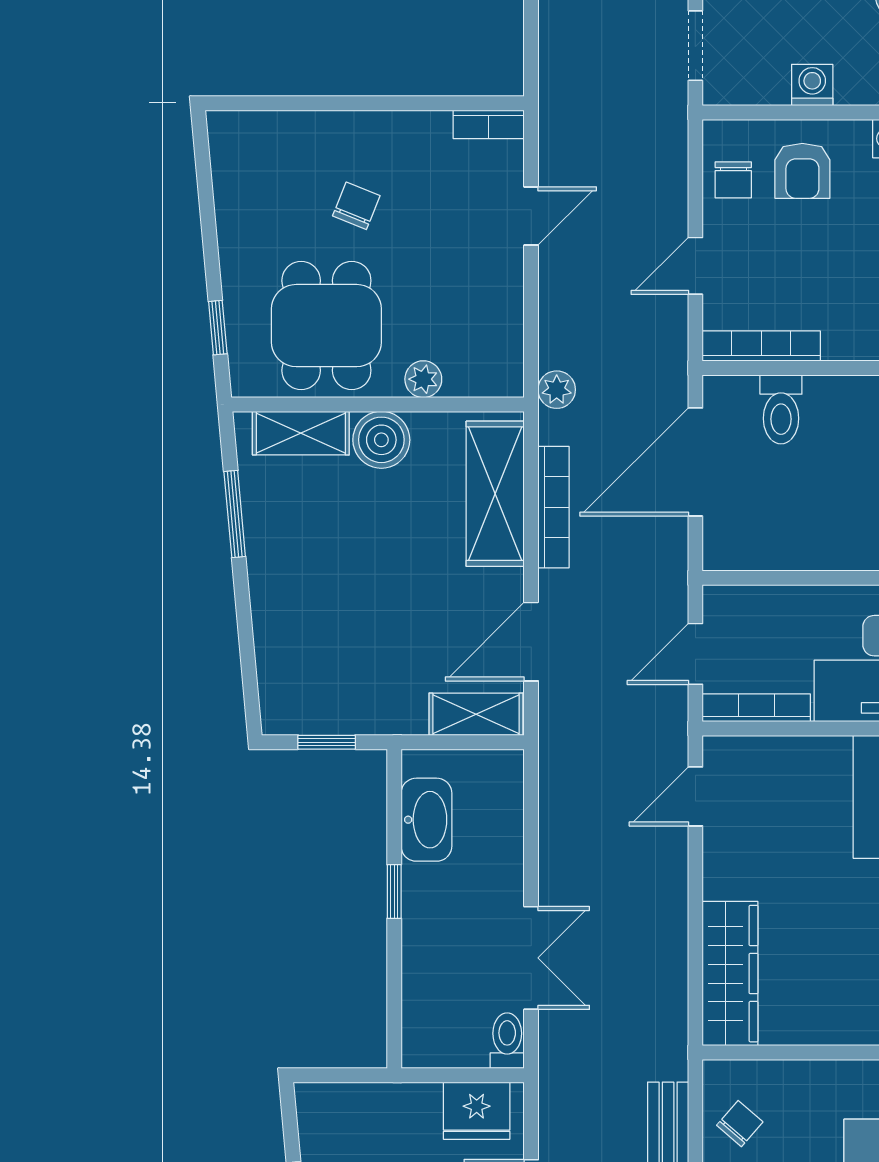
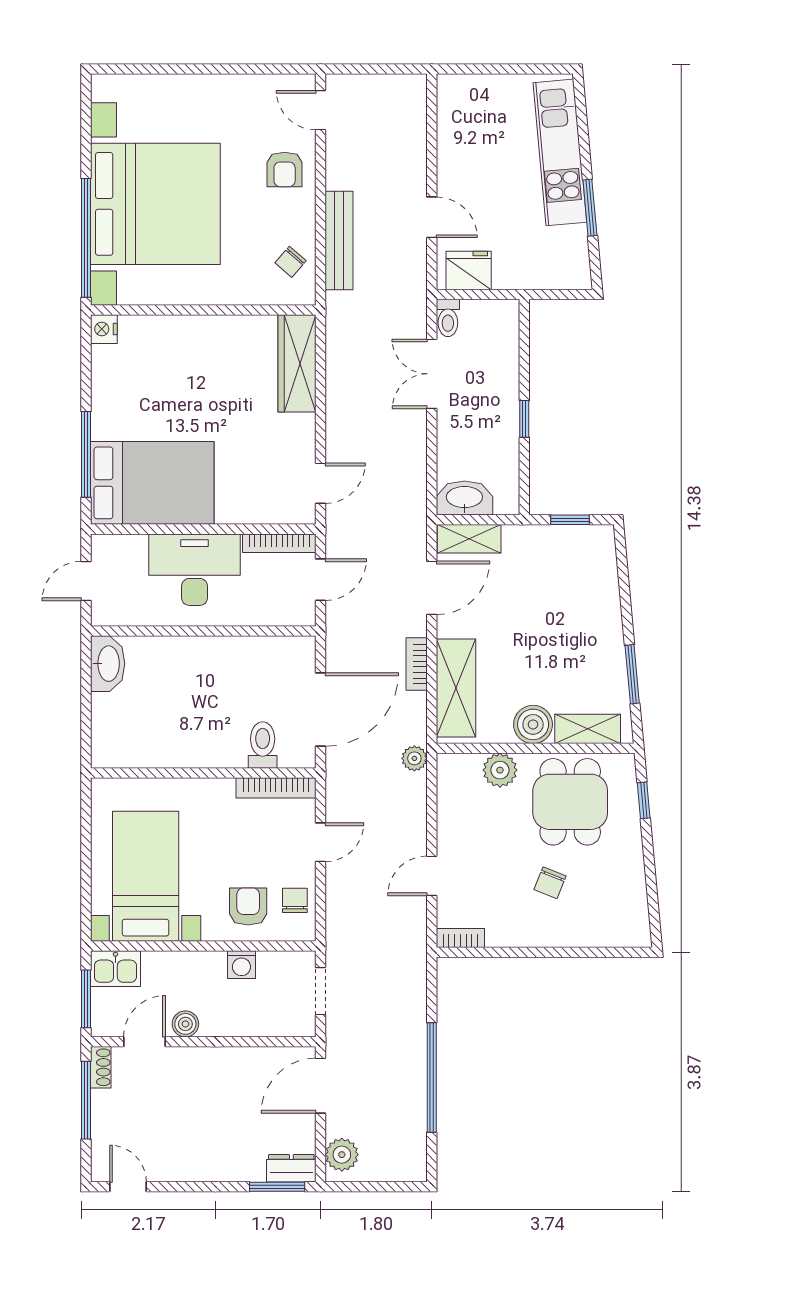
plant: (423, 379) -> (500, 770), width x1.38, depth x1.38
bookcase: (553, 507) -> (417, 664), width x0.64
washbasin: (426, 820) -> (464, 498), moved, turned 90

